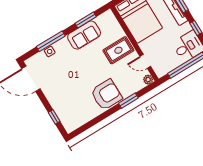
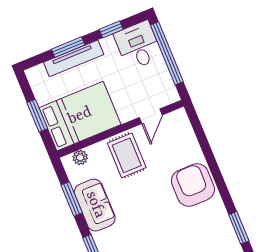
plant: (148, 80) -> (80, 157), moved
window: (128, 101) -> (239, 228), moved

